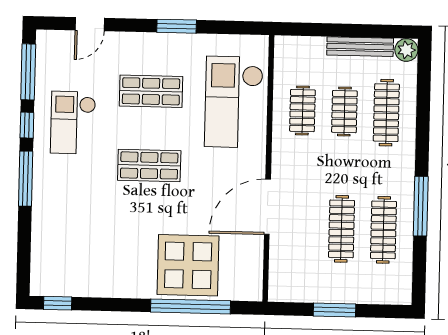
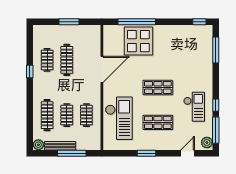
window: (336, 30) -> (72, 153), added
plant: (48, 46) -> (207, 142), added
window: (26, 179) -> (216, 50), moved
window: (421, 206) -> (30, 71), width x0.46
clothes rail: (383, 230) -> (47, 60), width x0.73

